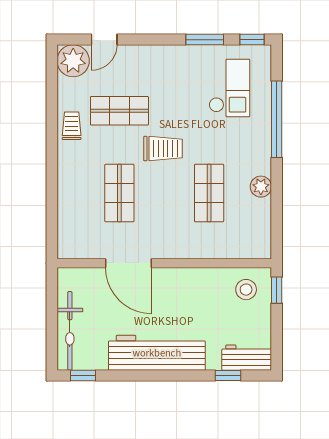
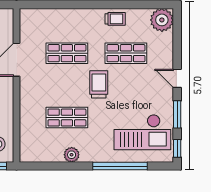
door: (104, 40) -> (177, 78), moved
checkout: (229, 88) -> (142, 132), width x1.36, depth x1.21
shop shelf: (119, 111) -> (126, 53), turned 90
trolley: (163, 149) -> (99, 84), turned 180

